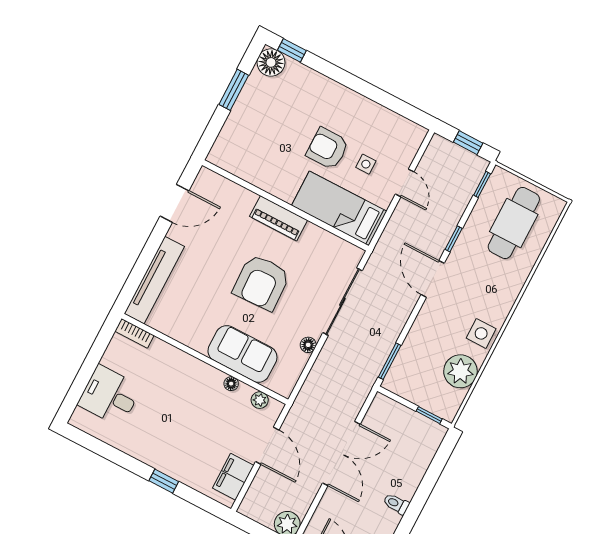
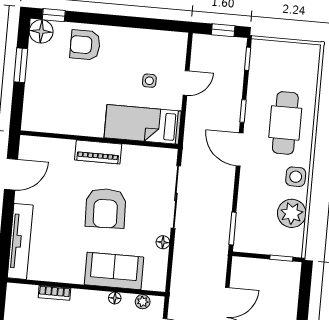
armchair: (328, 149) -> (85, 45), moved
door: (405, 183) -> (186, 83), hinge flipped
cafe table: (514, 223) -> (285, 123), moved
bookcase: (134, 333) -> (54, 293), moved

